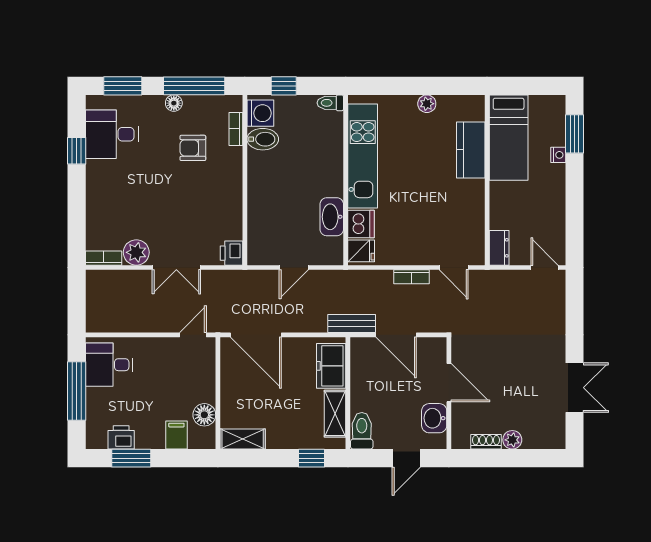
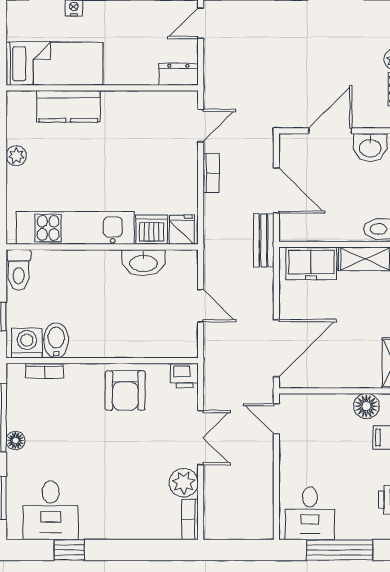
toilet: (330, 103) -> (19, 270), width x1.37, depth x1.39
armchair: (193, 148) -> (125, 391), moved, width x1.38, depth x1.38
door: (396, 335) -> (276, 190), hinge flipped

